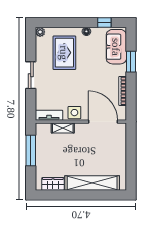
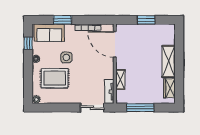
sliding door: (31, 75) -> (92, 108), moved
side table: (74, 113) -> (66, 57), moved
door: (103, 122) -> (115, 44), hinge flipped
window: (131, 157) -> (146, 20), added
shelving: (92, 183) -> (169, 61), width x0.68

